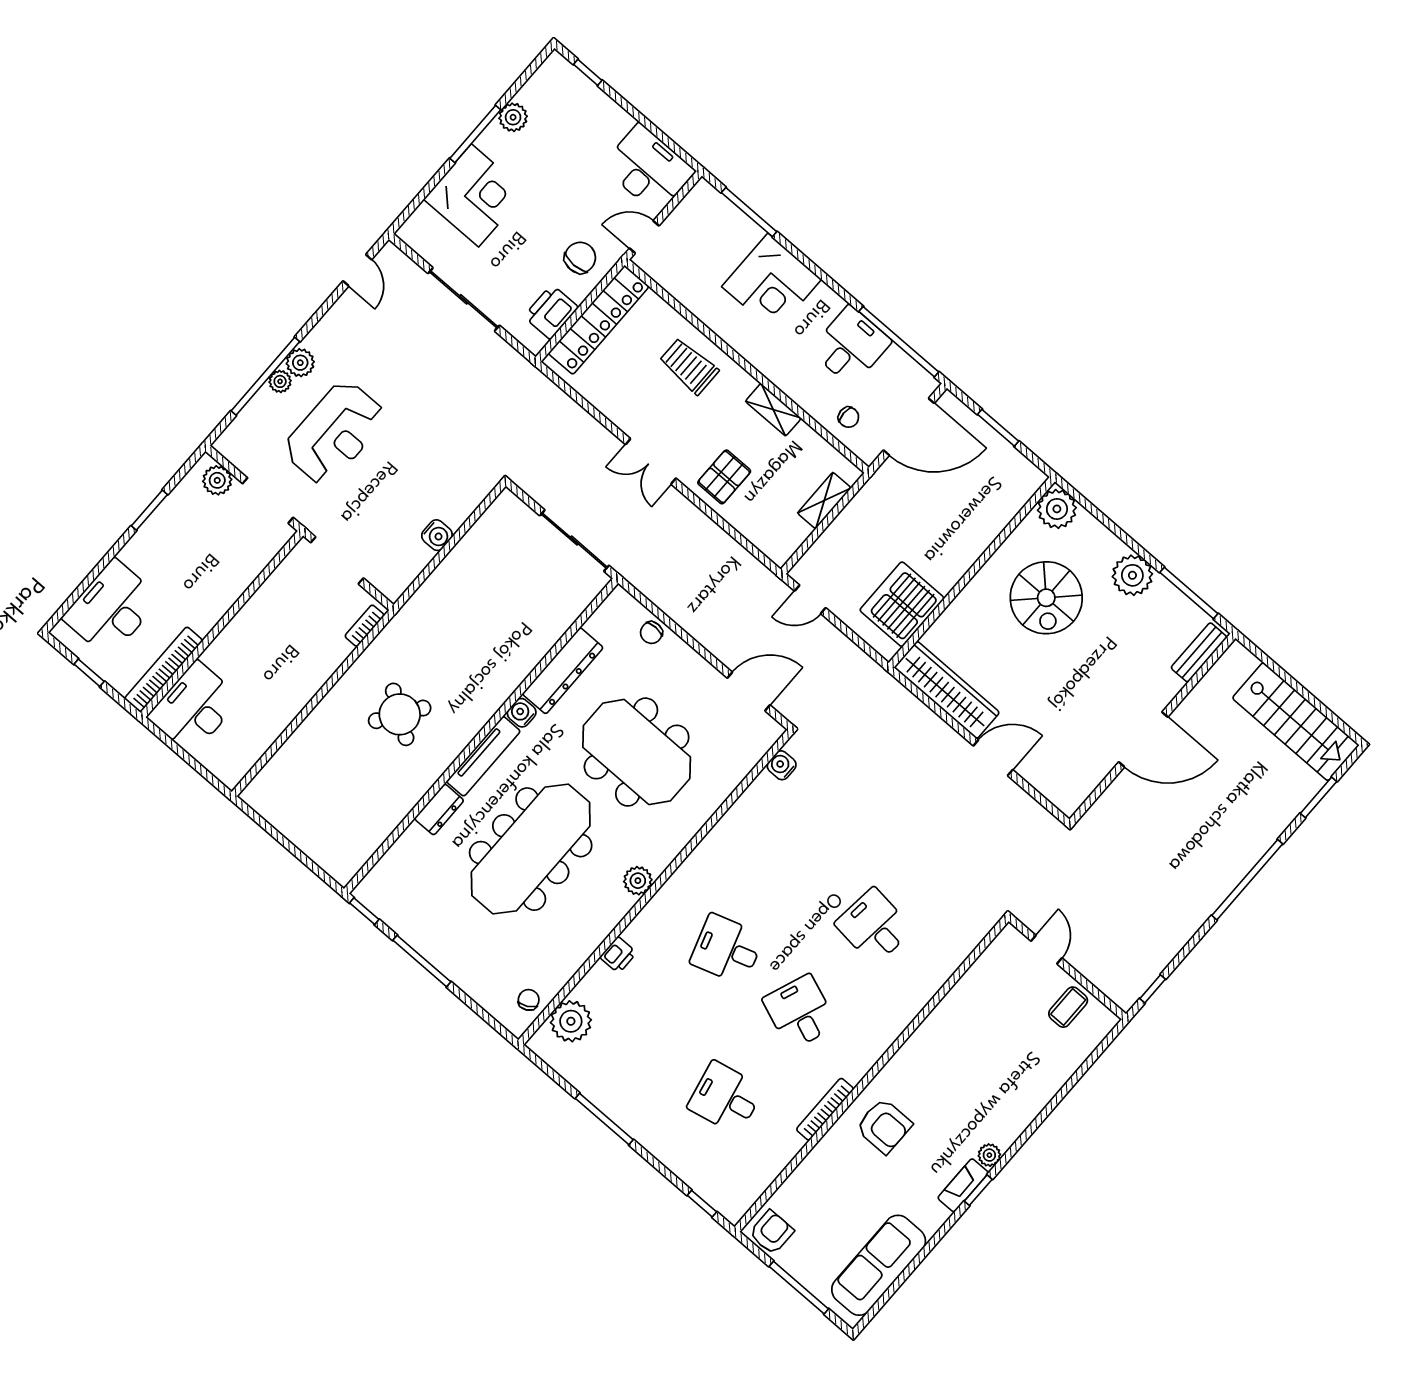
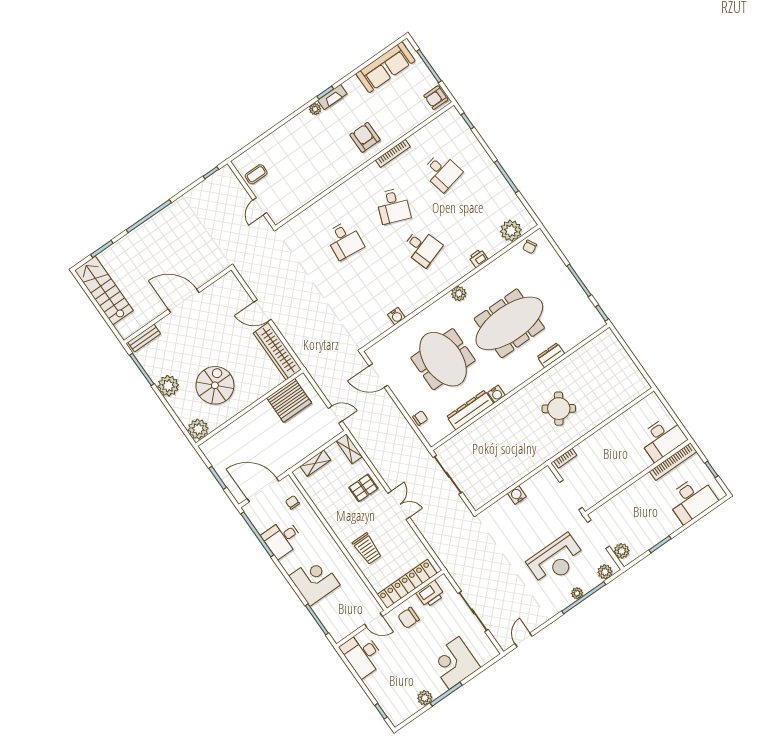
plant: (300, 363) -> (605, 572), moved
shelving: (773, 410) -> (349, 449), moved
reception desk: (335, 433) -> (556, 560), turned 180
tv unit: (483, 756) -> (522, 377), removed
water cooler: (782, 765) -> (396, 316), moved

